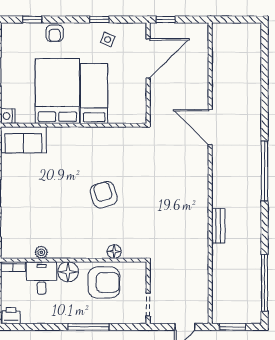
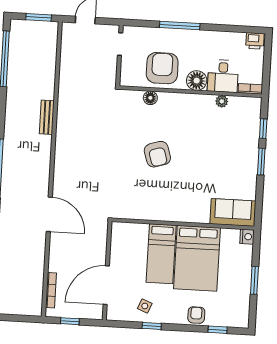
window: (166, 20) -> (70, 321), moved
bookcase: (204, 50) -> (51, 290), added
armchair: (104, 282) -> (162, 68), turned 90

